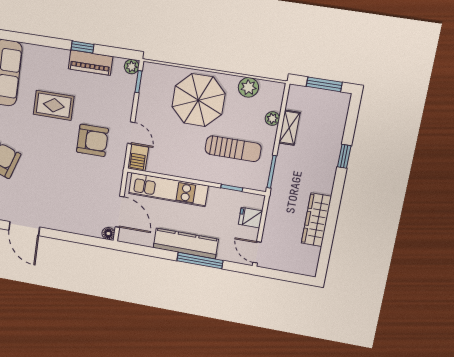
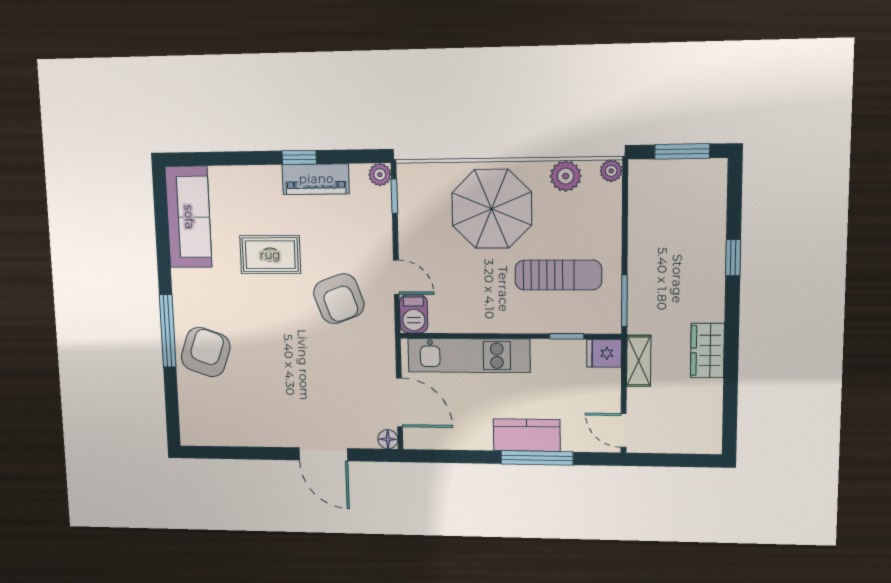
plant: (272, 119) -> (611, 171), moved
shelving: (289, 128) -> (639, 361), moved
armchair: (92, 140) -> (339, 299), turned 70
fridge: (251, 218) -> (604, 353), moved
wardrobe: (316, 220) -> (707, 350), width x0.67
door: (24, 229) -> (323, 454), moved
kitchen counter: (186, 243) -> (527, 435), width x0.67

